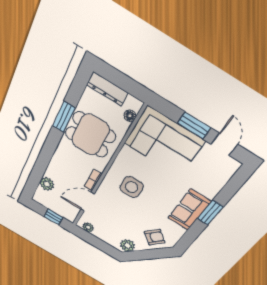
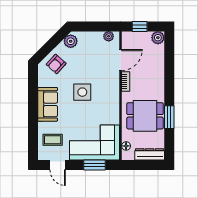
window: (194, 126) -> (95, 165), moved
coffee table: (210, 174) -> (53, 140), added
plant: (47, 184) -> (158, 38), moved
side table: (132, 187) -> (82, 92), moved
window: (210, 213) -> (33, 112), removed

